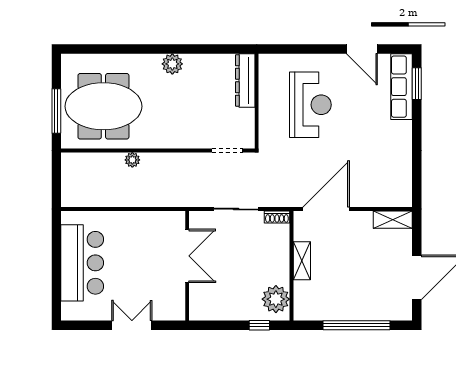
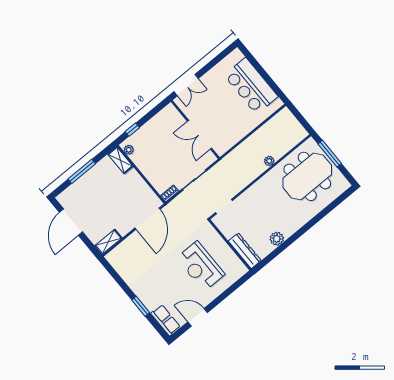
plant: (172, 64) -> (277, 239), moved
window: (417, 84) -> (141, 306), moved
row of seats: (401, 87) -> (166, 320), width x0.68
shelving: (302, 261) -> (120, 160), moved
plant: (276, 299) -> (129, 150), width x0.53, depth x0.53
double door: (132, 325) -> (186, 85), moved
window: (356, 325) -> (82, 171), width x0.68

